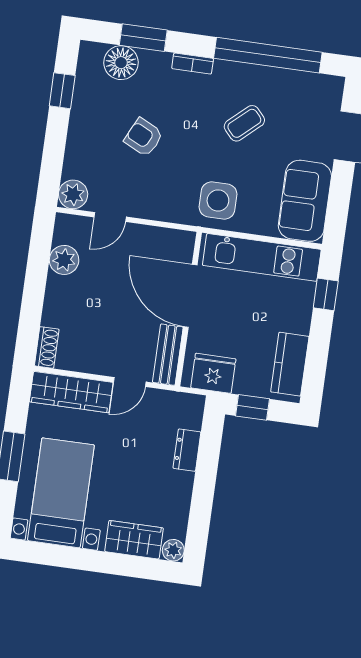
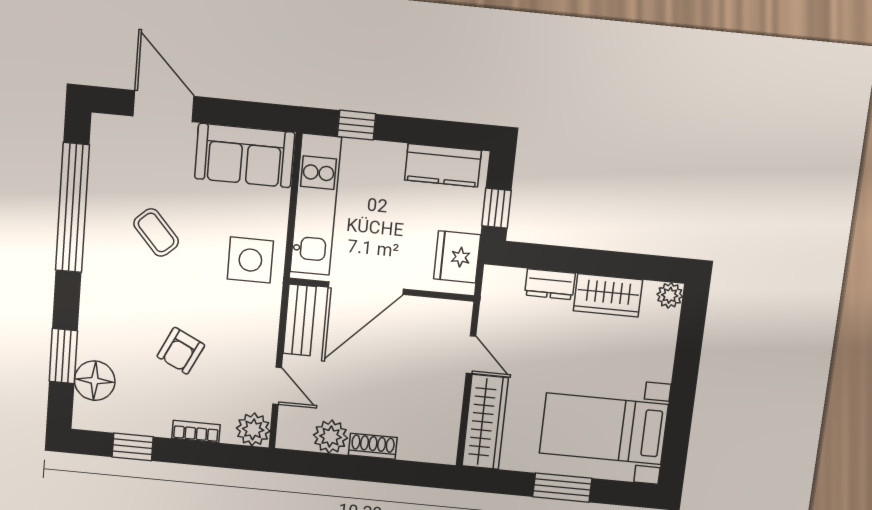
bookcase: (193, 64) -> (196, 431), moved, turned -90
shoe rack: (47, 347) -> (373, 446), moved
bench: (168, 355) -> (300, 320), moved, turned 90
wardrobe: (134, 540) -> (608, 295), moved, turned -90

